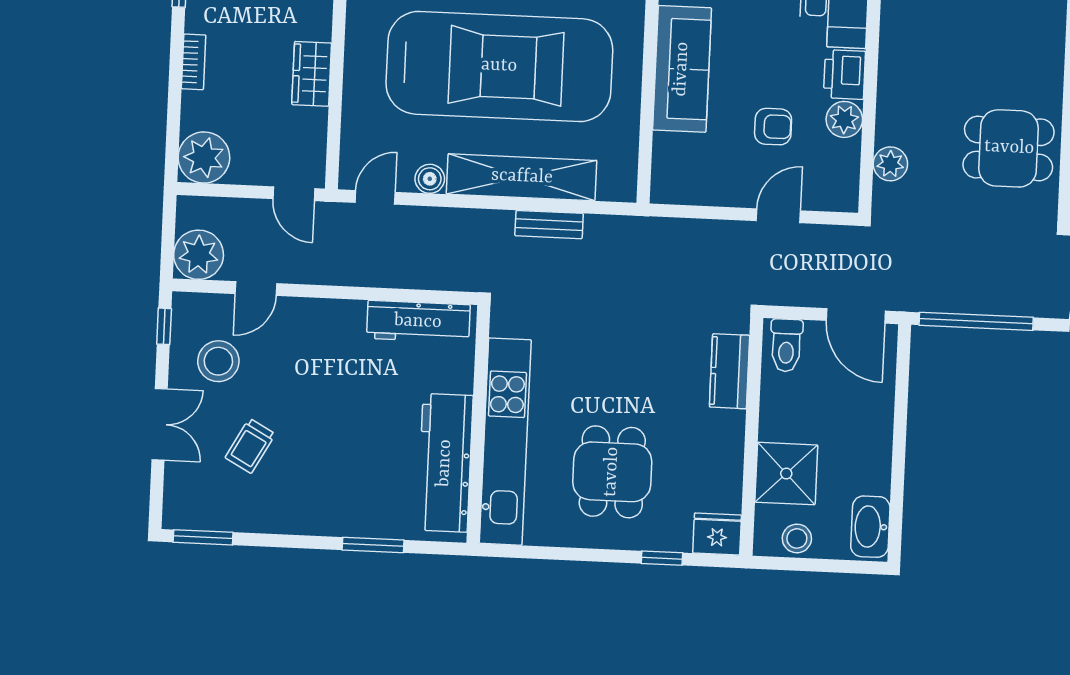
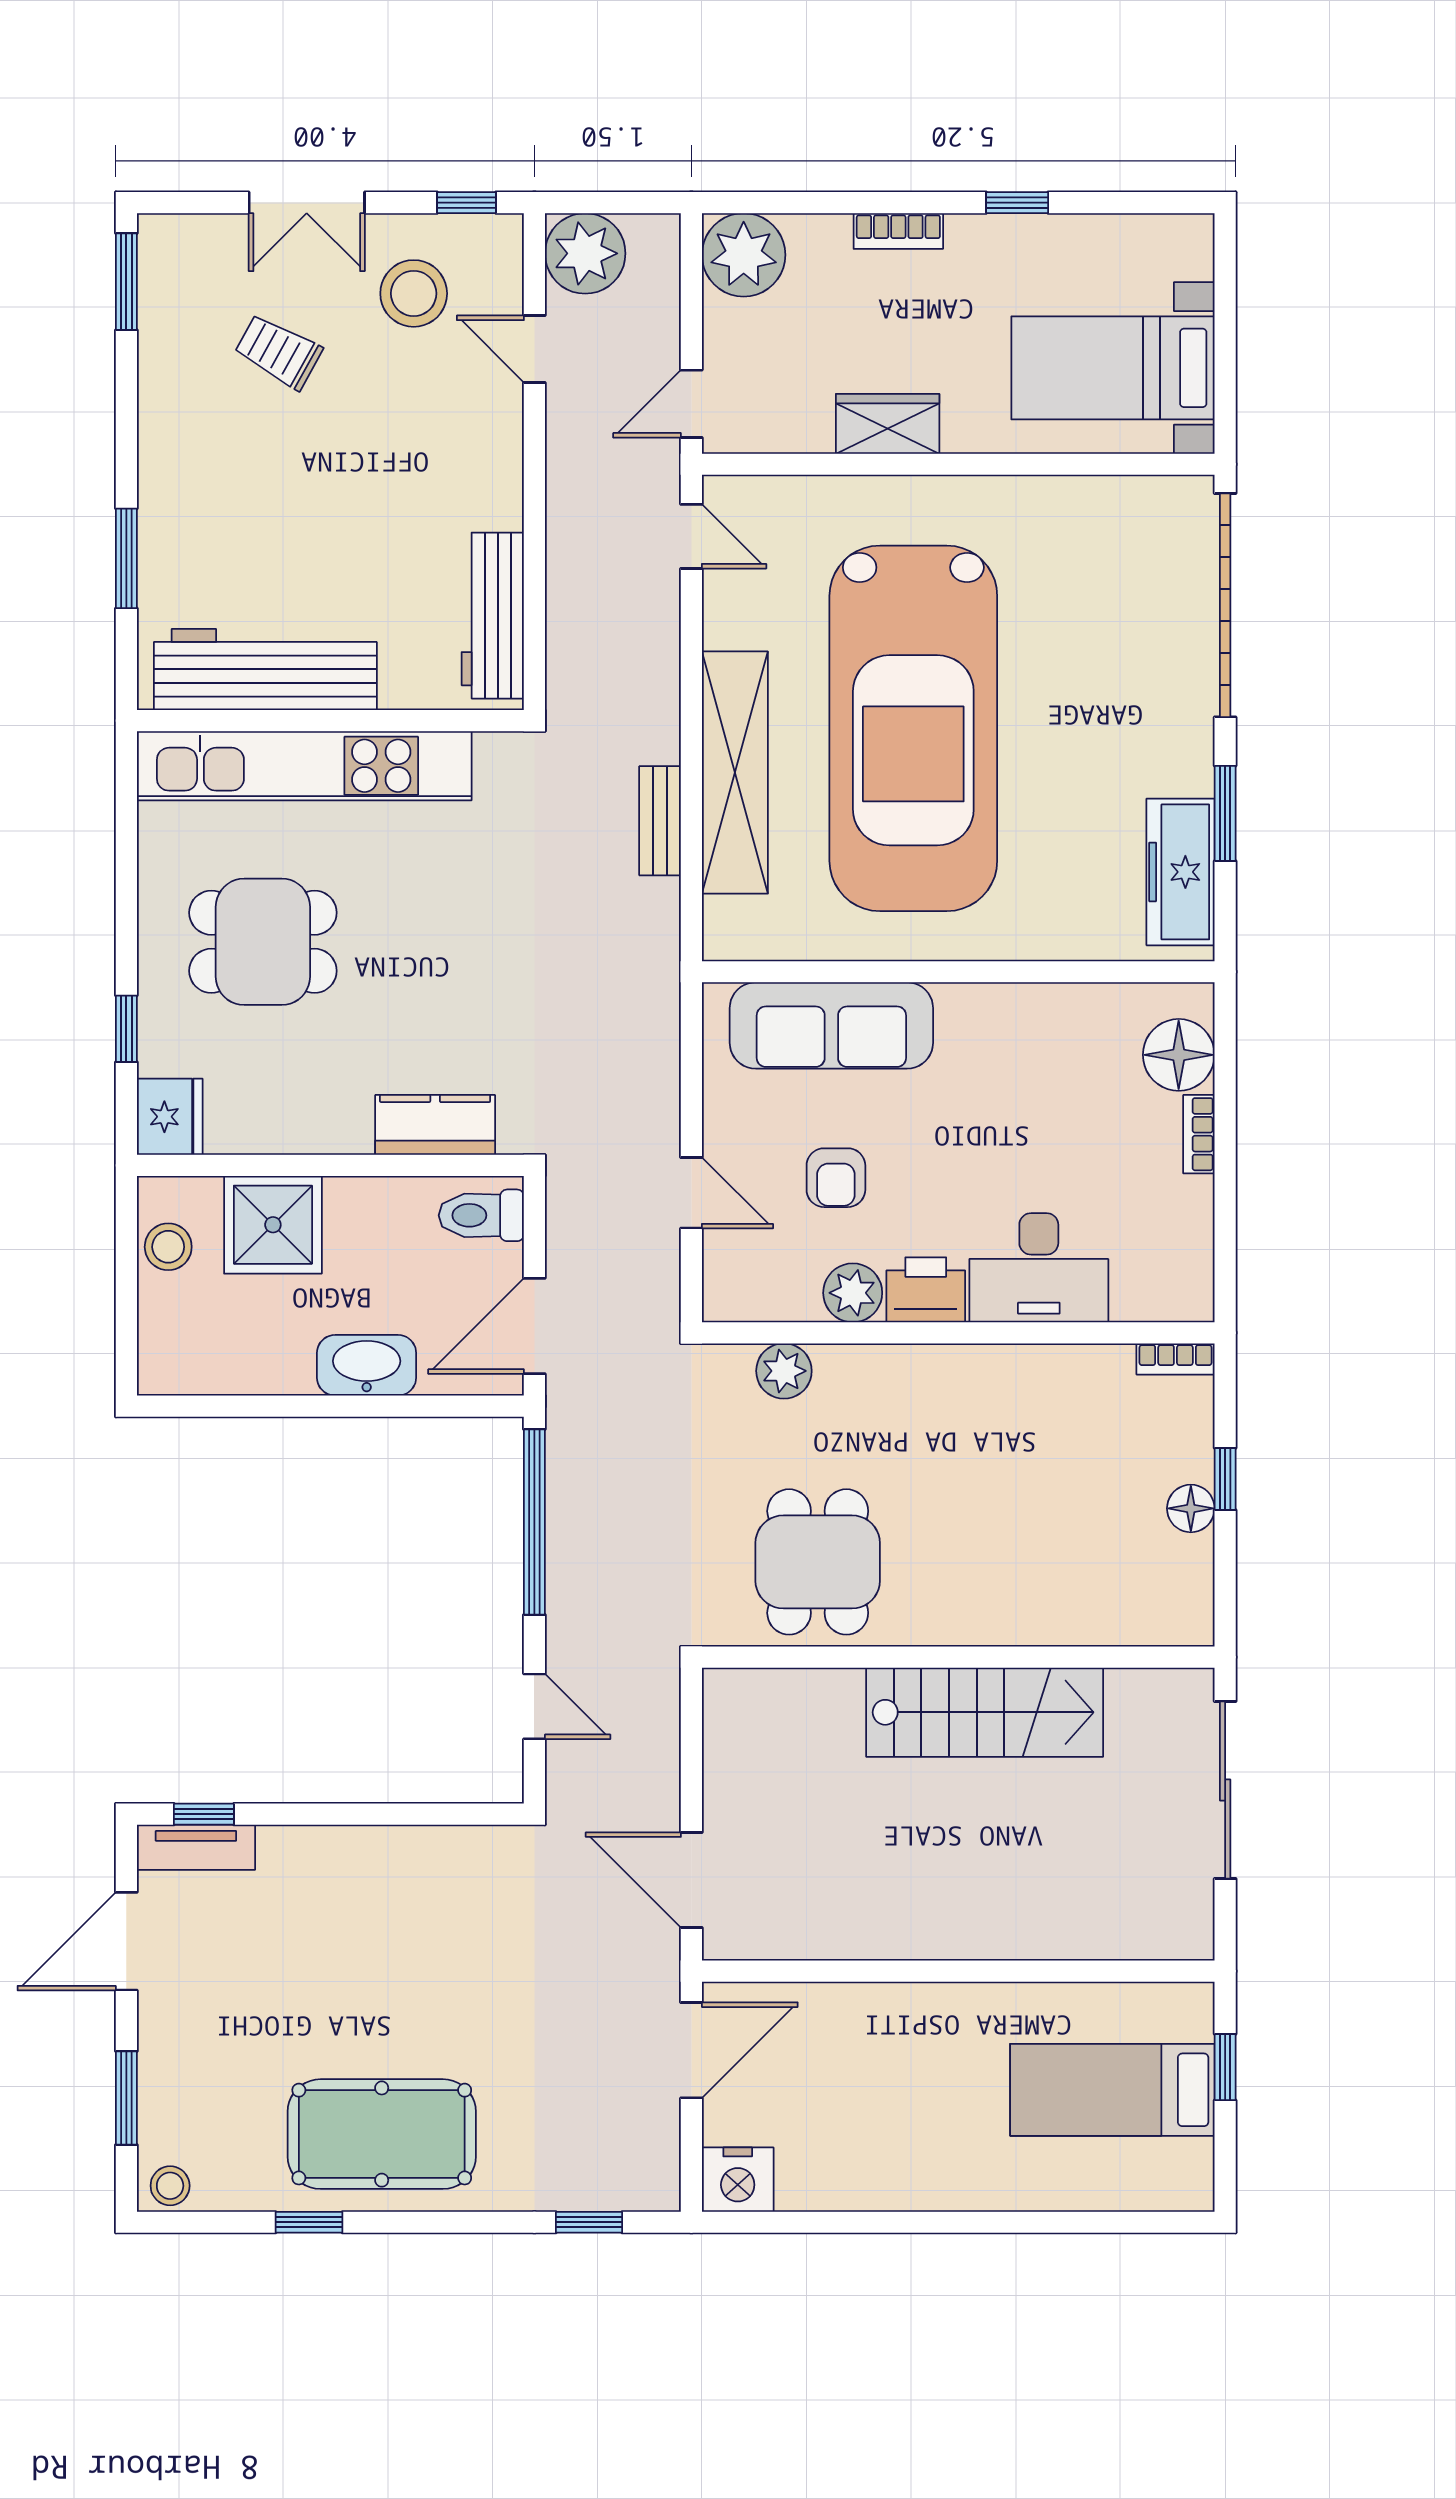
sofa: (682, 69) -> (831, 1025), moved
boiler: (430, 179) -> (726, 624), removed
washbasin: (870, 527) -> (367, 1365), moved

